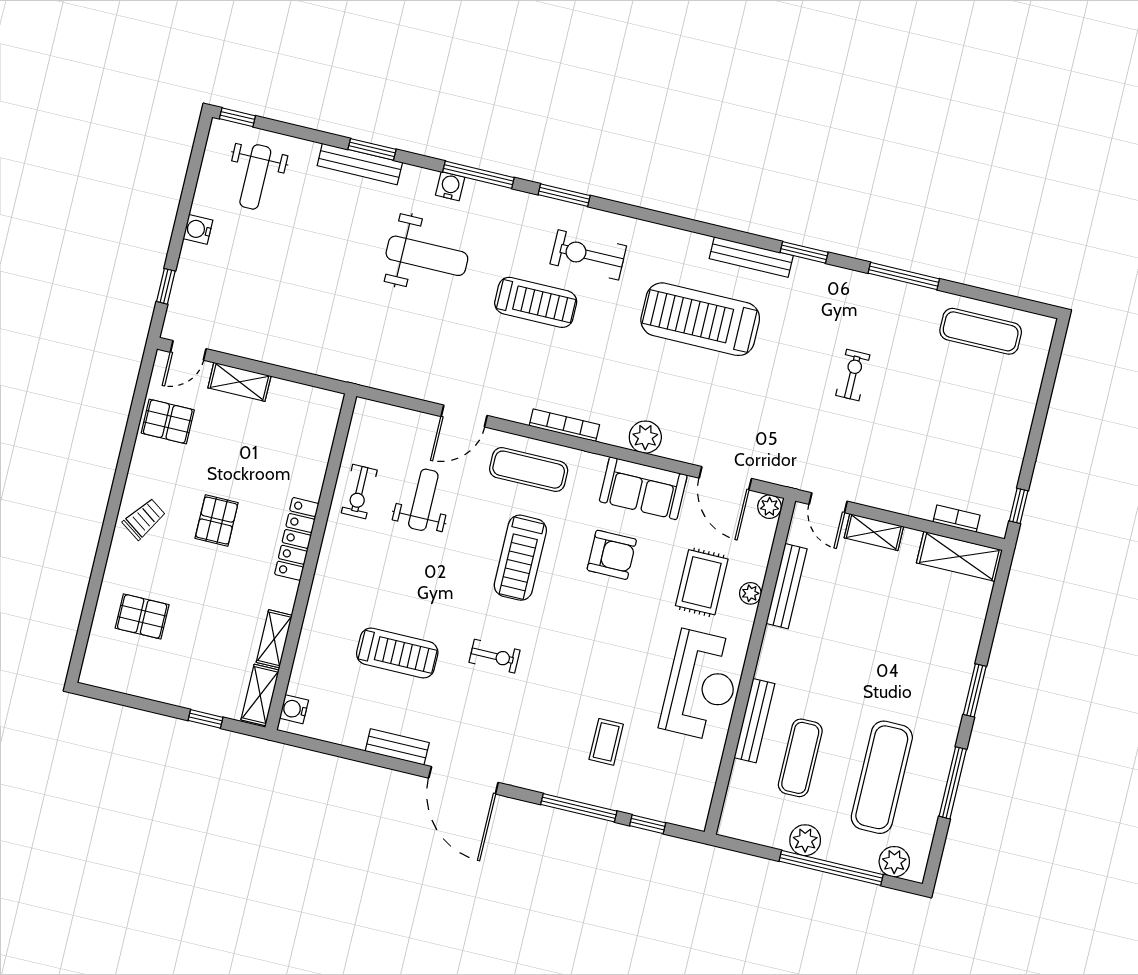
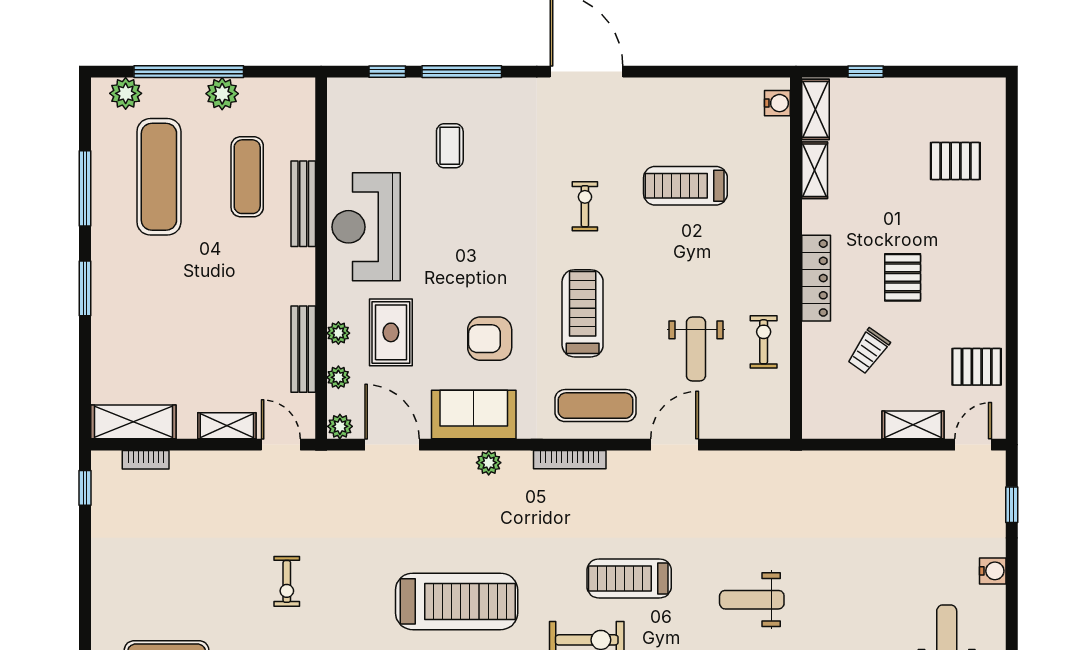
weight bench: (427, 256) -> (752, 600), width x0.73, depth x0.75
plant: (645, 437) -> (489, 463), width x0.73, depth x0.73
trolley: (144, 519) -> (868, 351), moved
plant: (760, 552) -> (338, 377), added
exercise bike: (495, 656) -> (585, 206), turned 90
bench: (397, 747) -> (662, 90), removed

